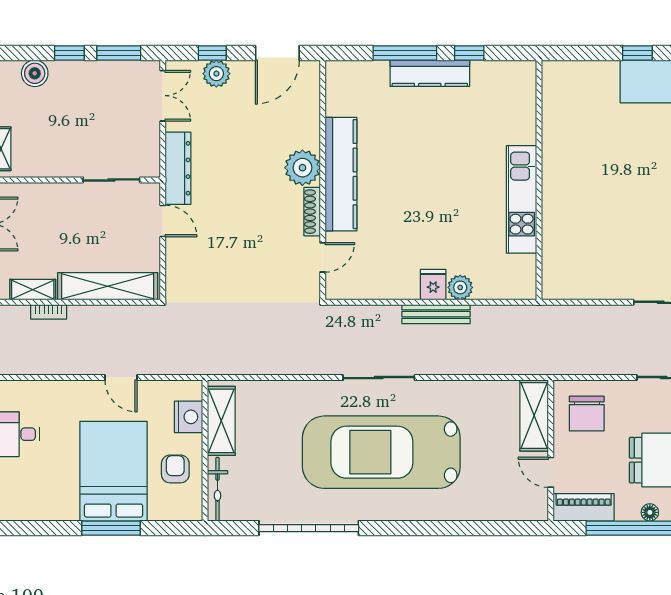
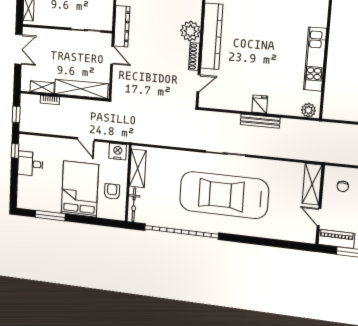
plant: (460, 287) -> (308, 110), moved
chair: (587, 414) -> (343, 186), width x0.54, depth x0.54
nightstand: (189, 417) -> (118, 152), moved, turned -90
window: (111, 528) -> (50, 216), moved
garage door: (309, 528) -> (181, 232), width x1.36

